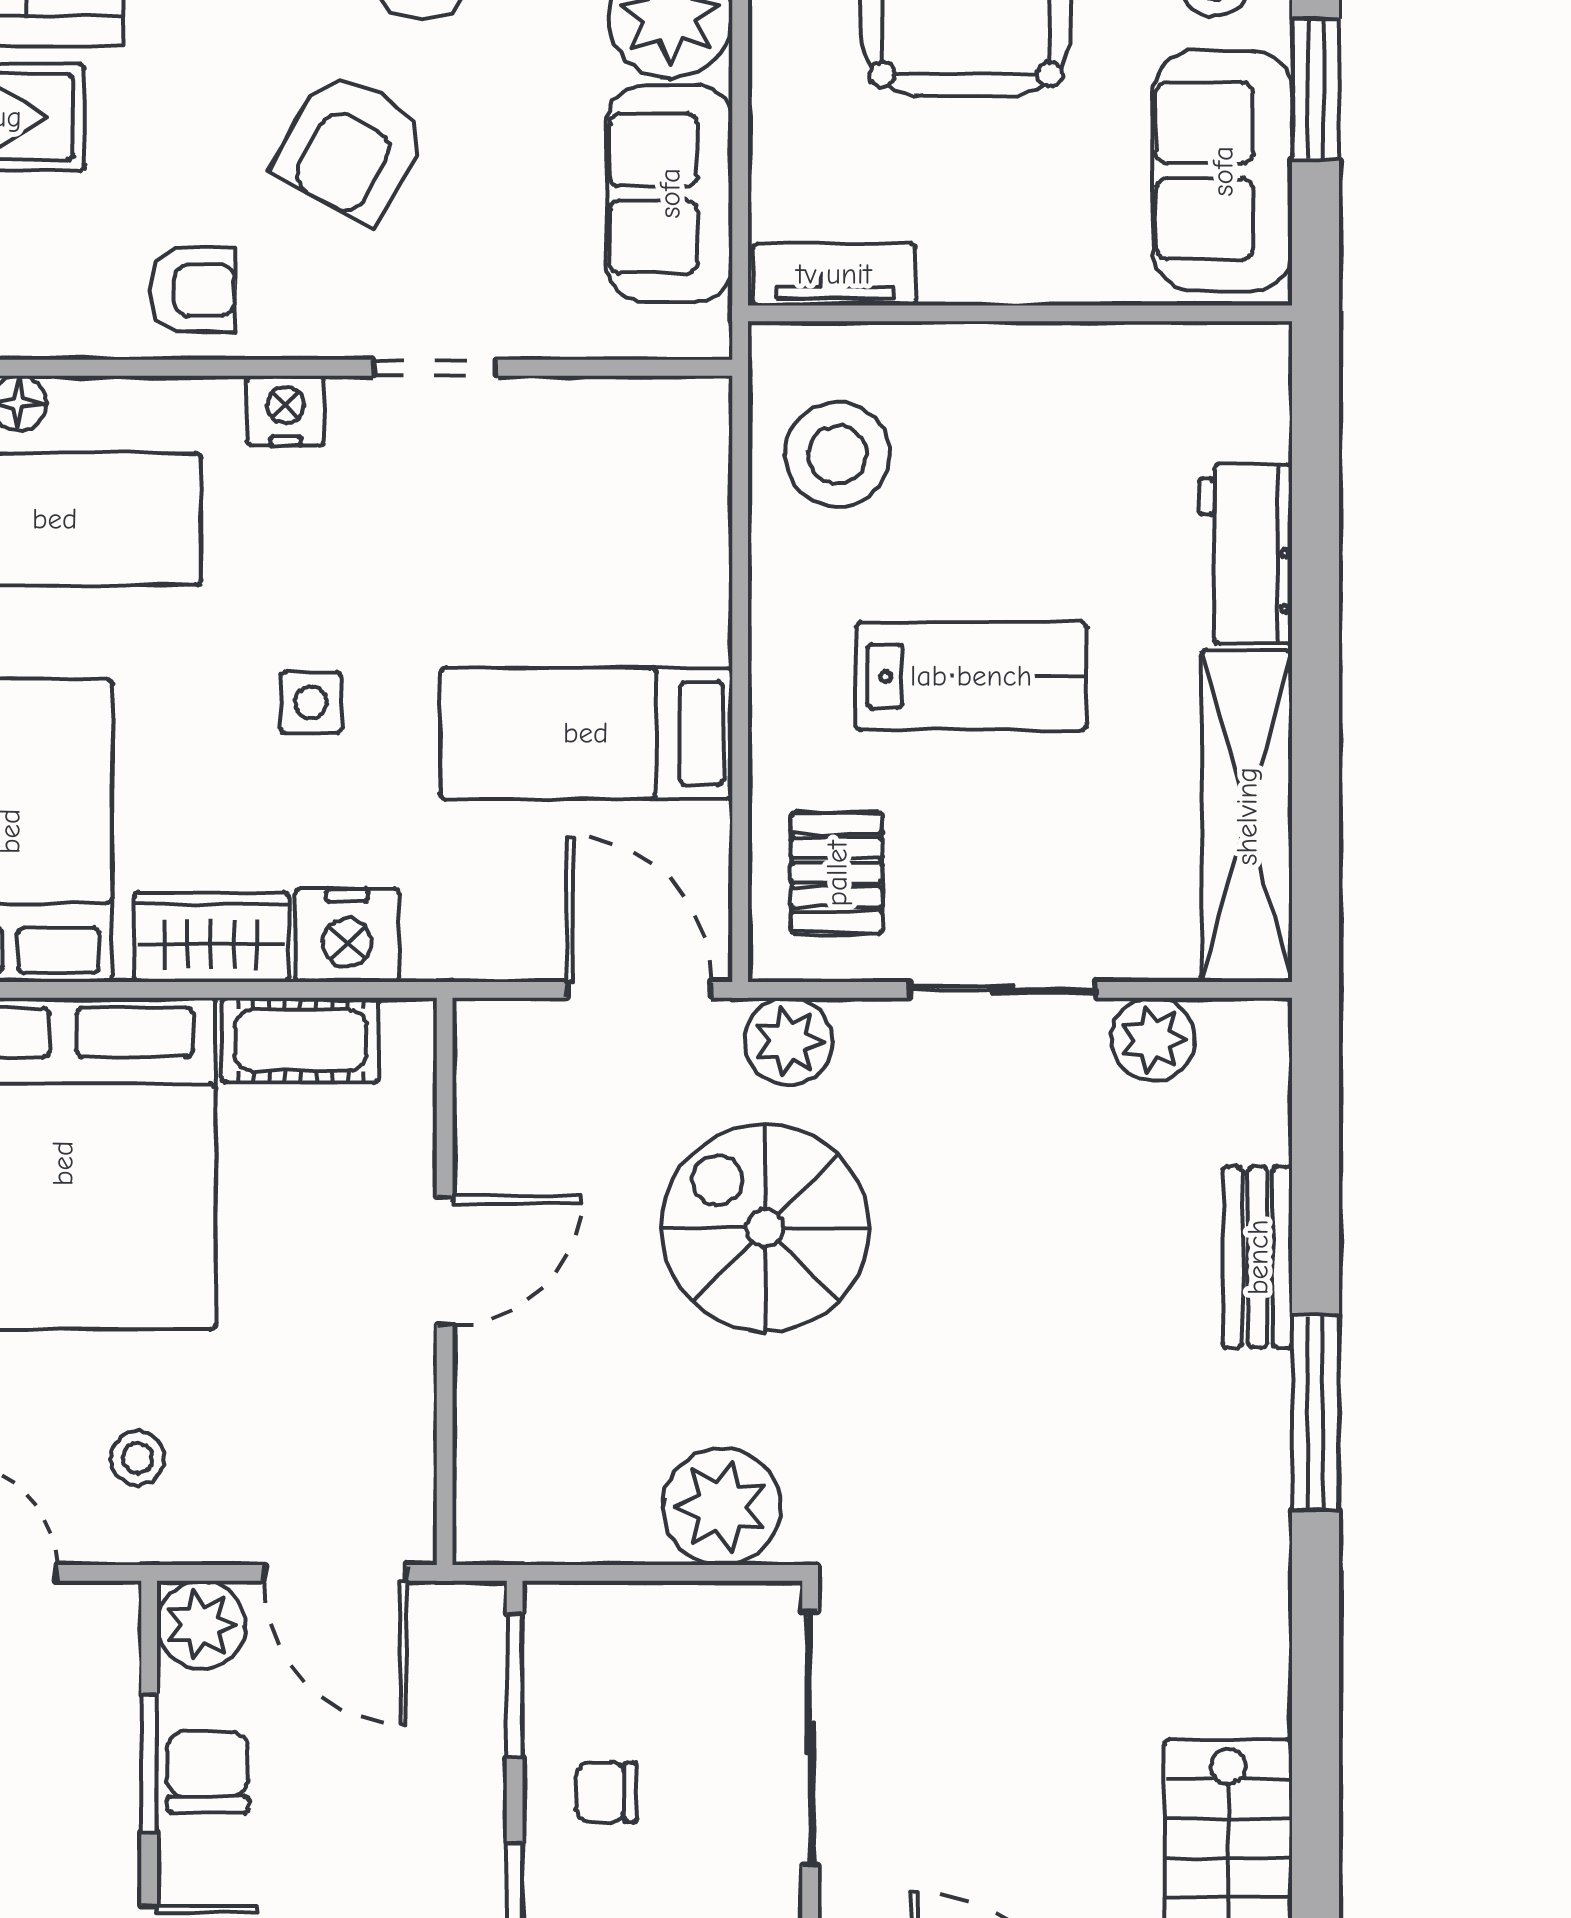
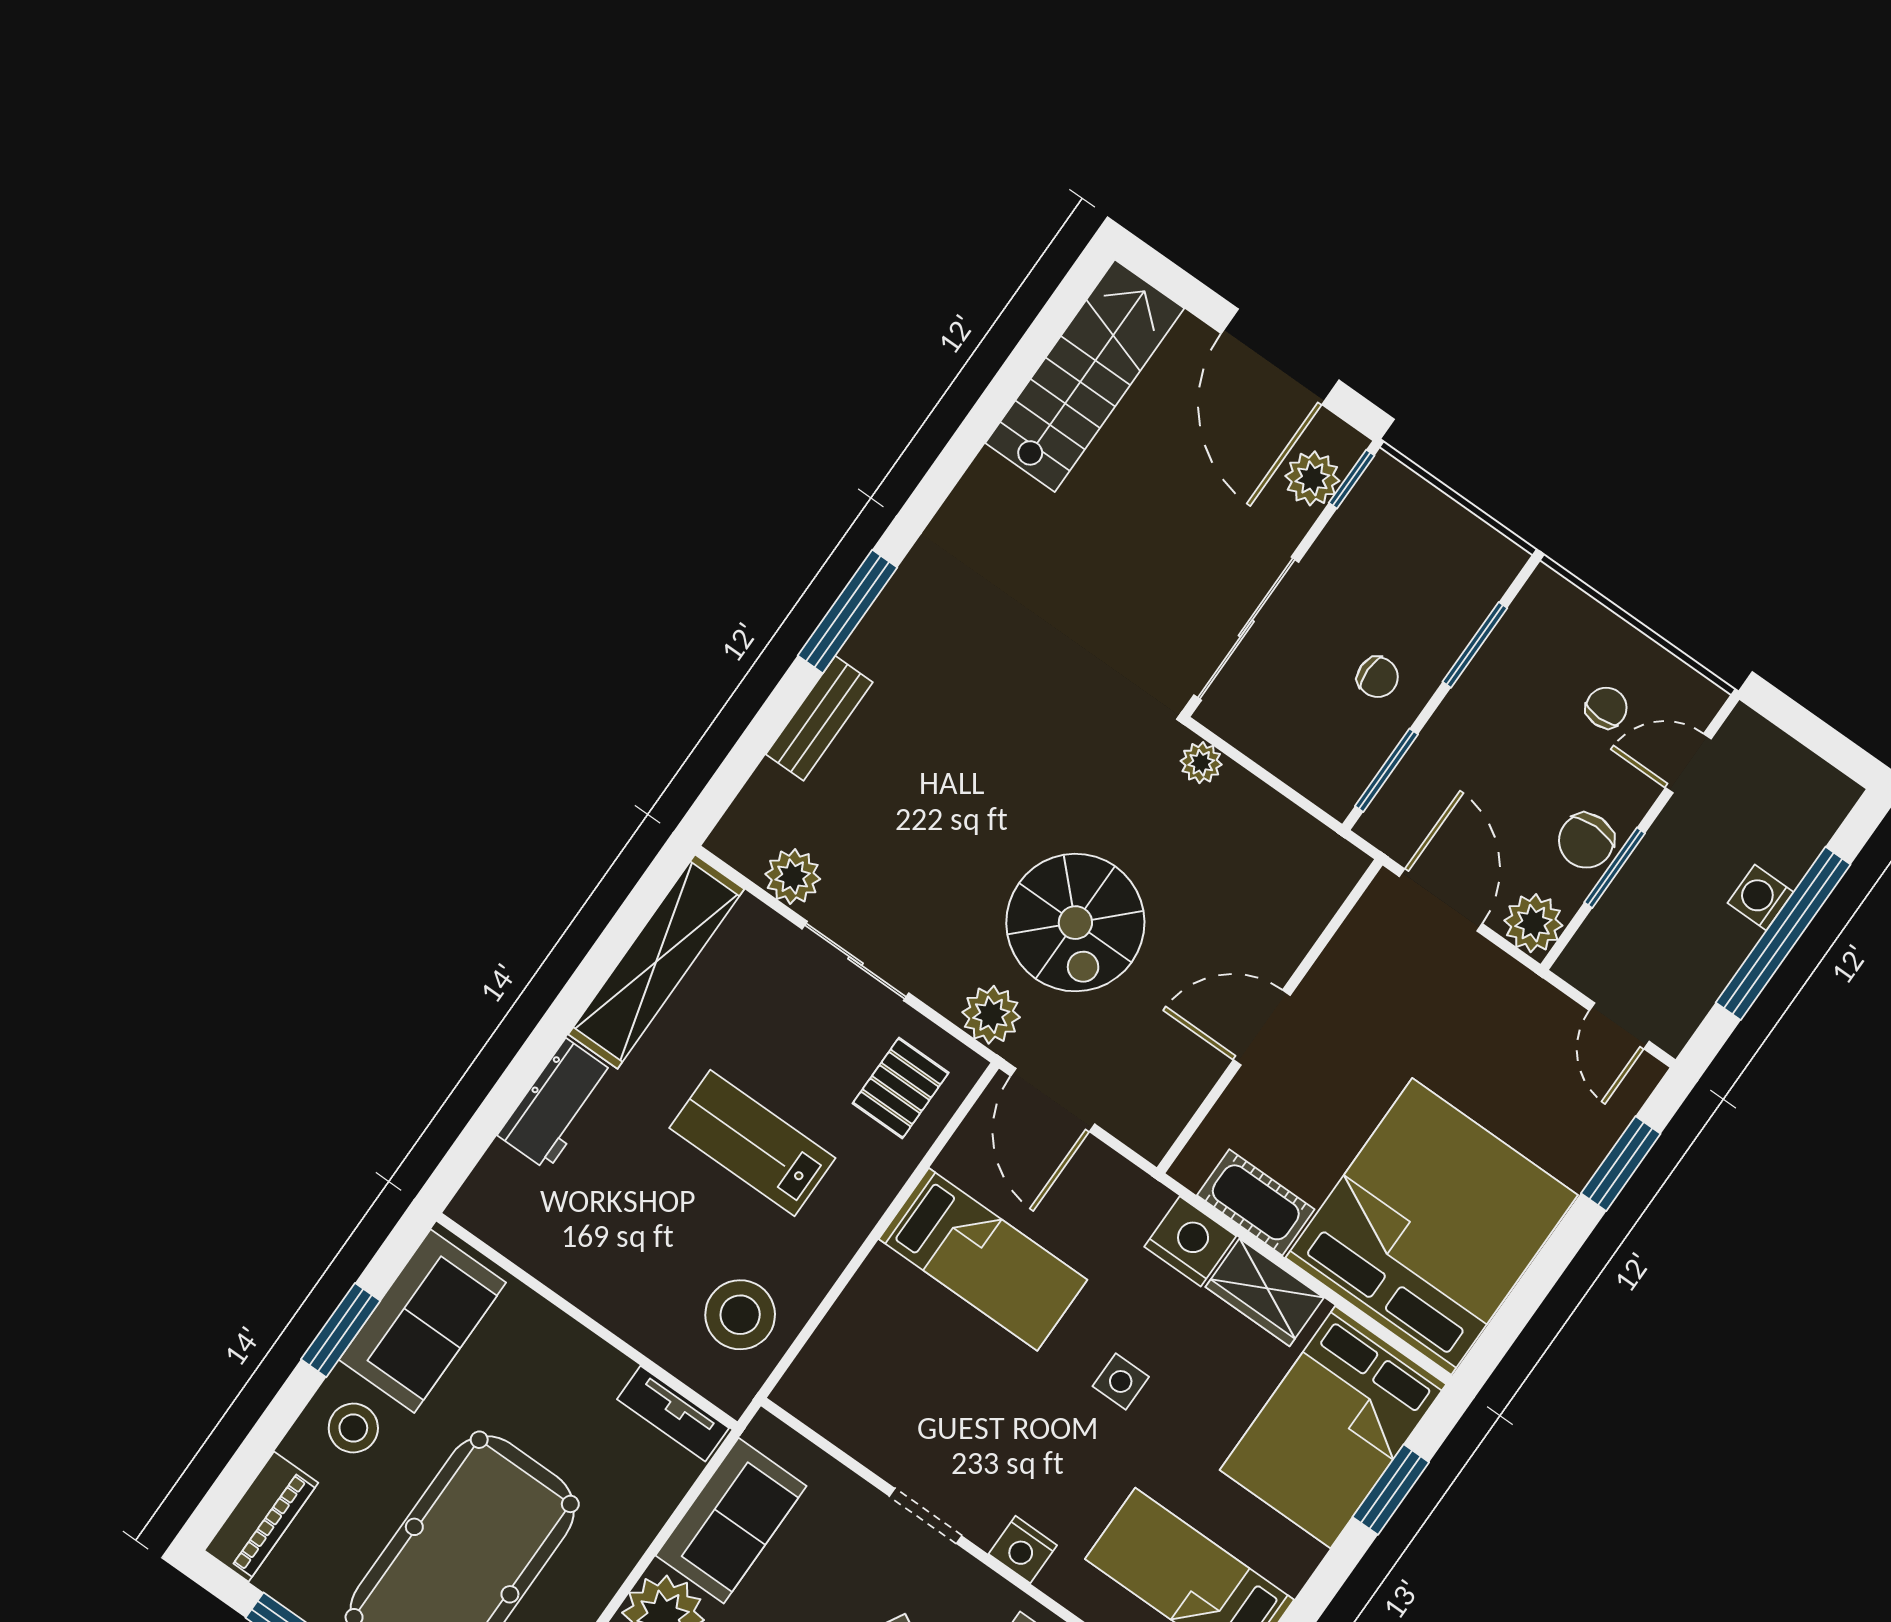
stool: (138, 1458) -> (1504, 1038), removed
plant: (722, 1507) -> (1201, 763), width x0.53, depth x0.53

